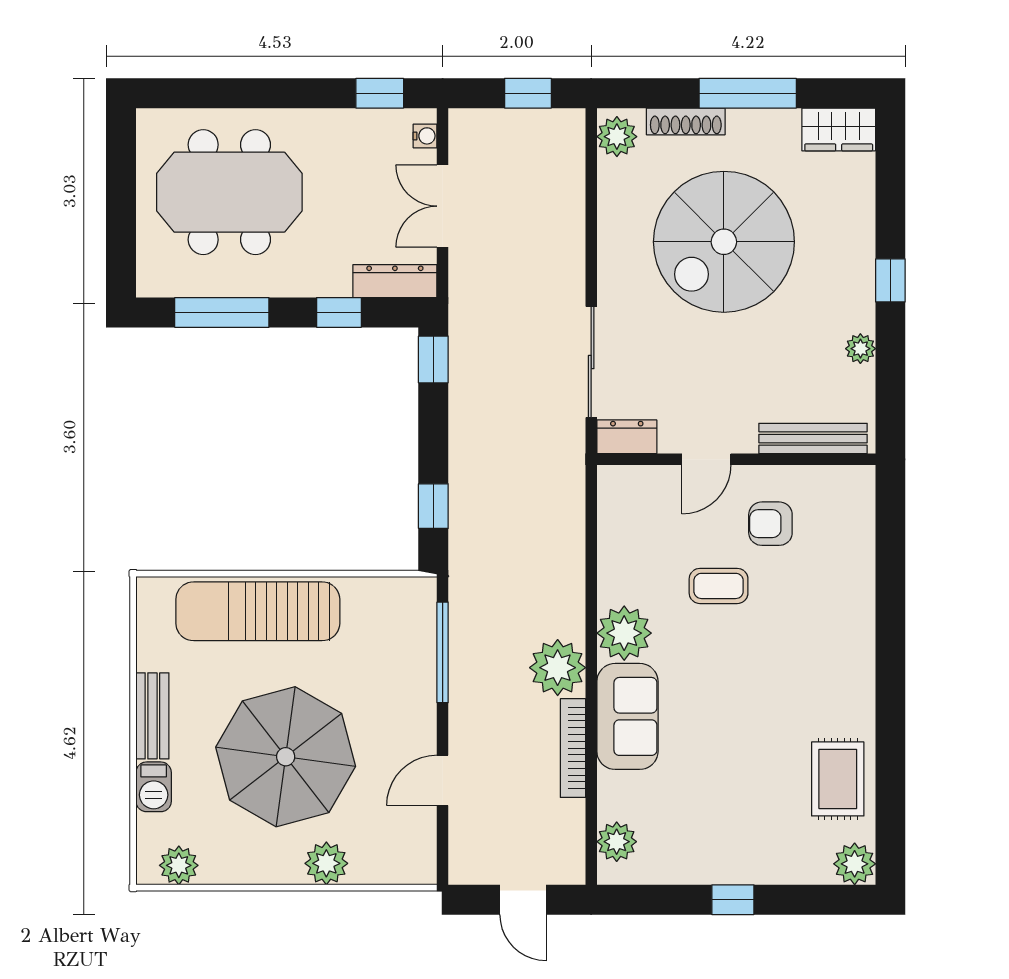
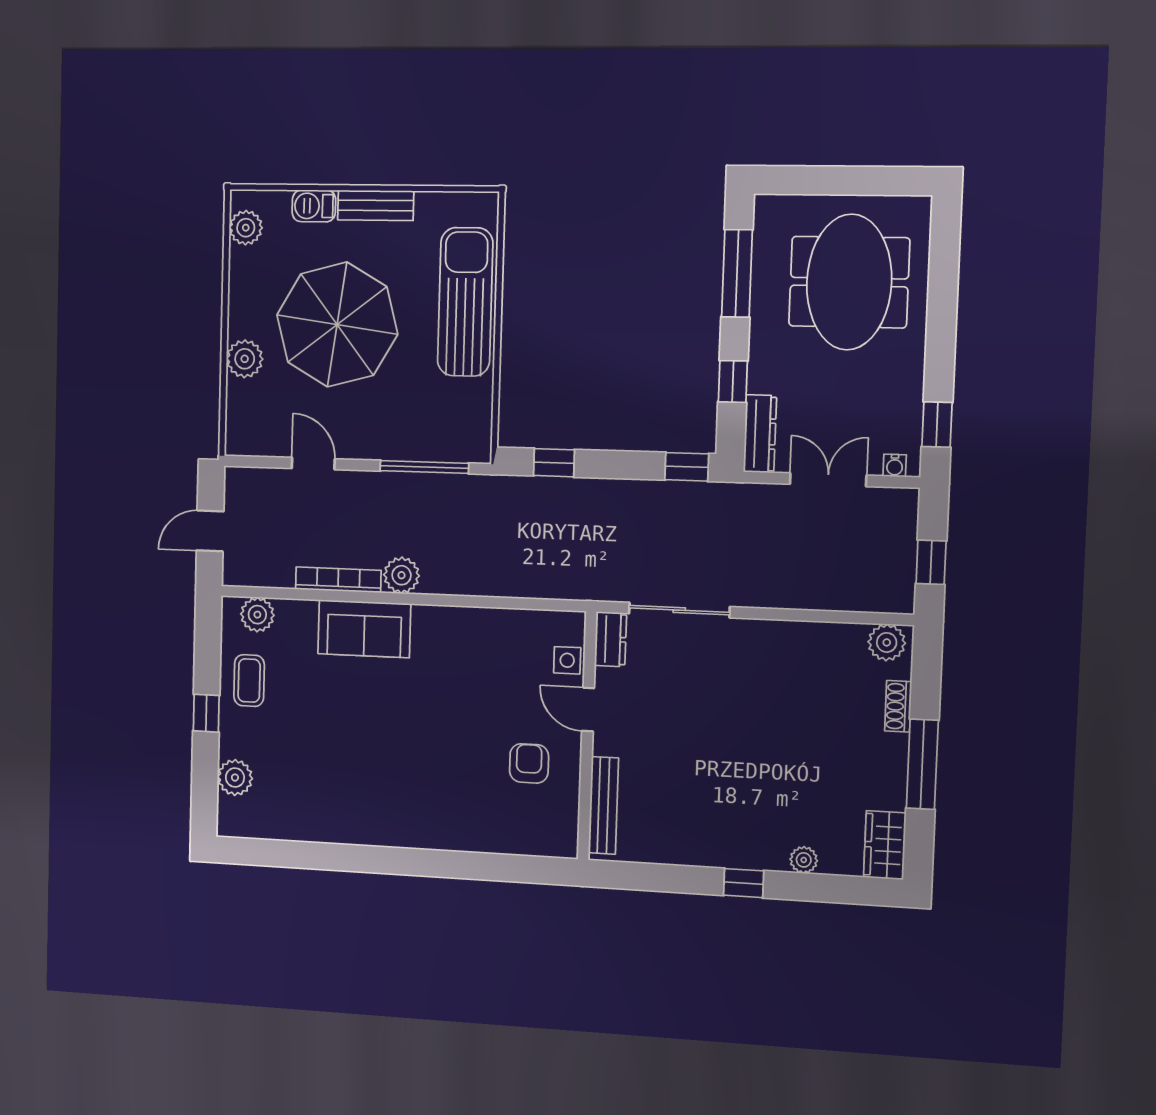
shoe rack: (686, 121) -> (898, 706), width x0.70
spiral stairs: (724, 242) -> (785, 735), removed
plant: (860, 349) -> (804, 860), moved
side table: (652, 484) -> (567, 660), added
coffee table: (719, 586) -> (249, 681), moved
plant: (624, 633) -> (437, 629), removed
plant: (558, 668) -> (402, 575), width x0.73, depth x0.73
rug: (838, 779) -> (306, 810), removed
plant: (855, 864) -> (235, 778), moved

